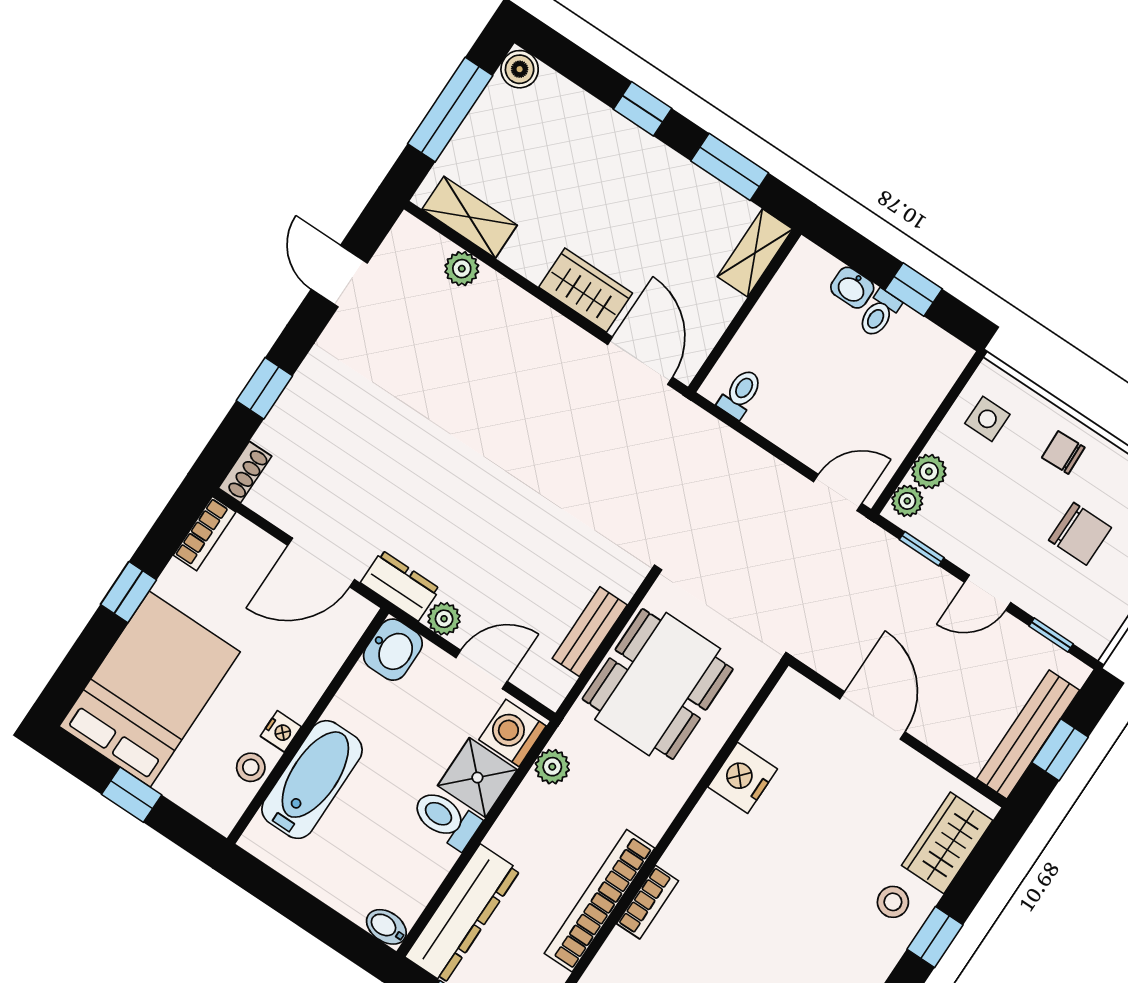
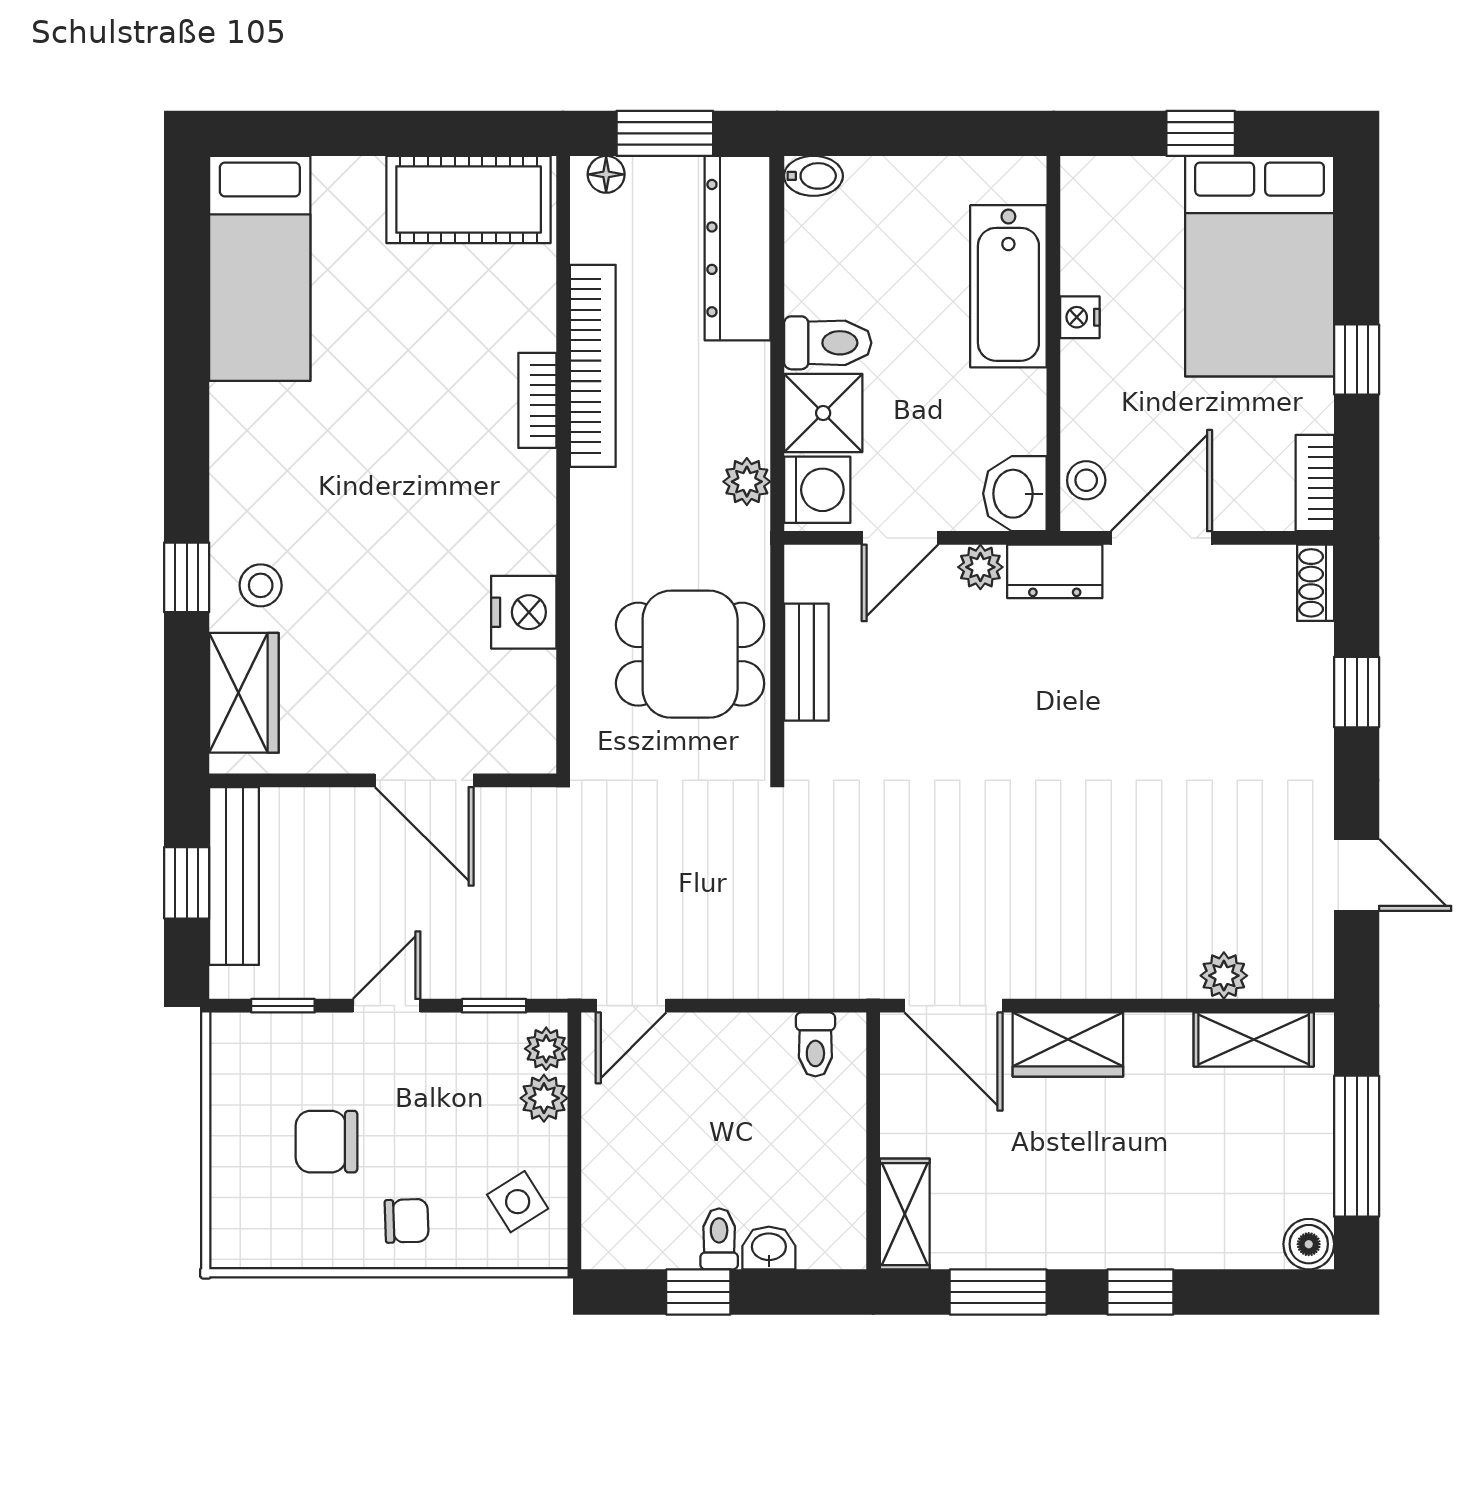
side table: (987, 419) -> (518, 1202), turned -32
dining table: (658, 684) -> (690, 654), width x0.73
stool: (251, 767) -> (1086, 480), moved

